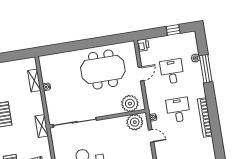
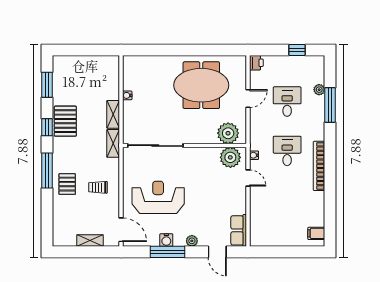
shelving: (34, 80) -> (113, 114), moved

